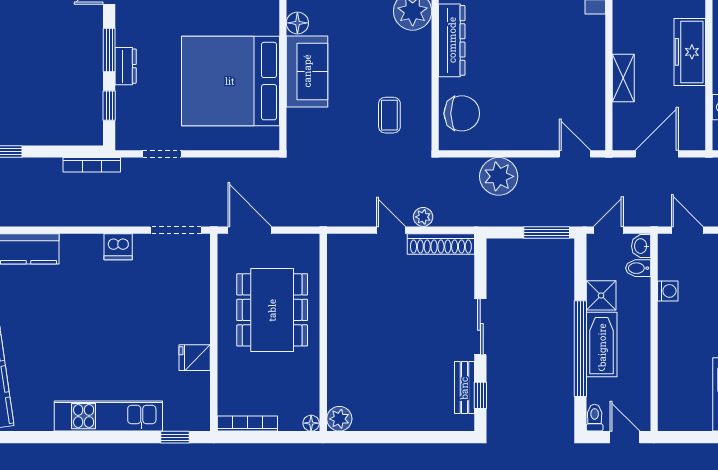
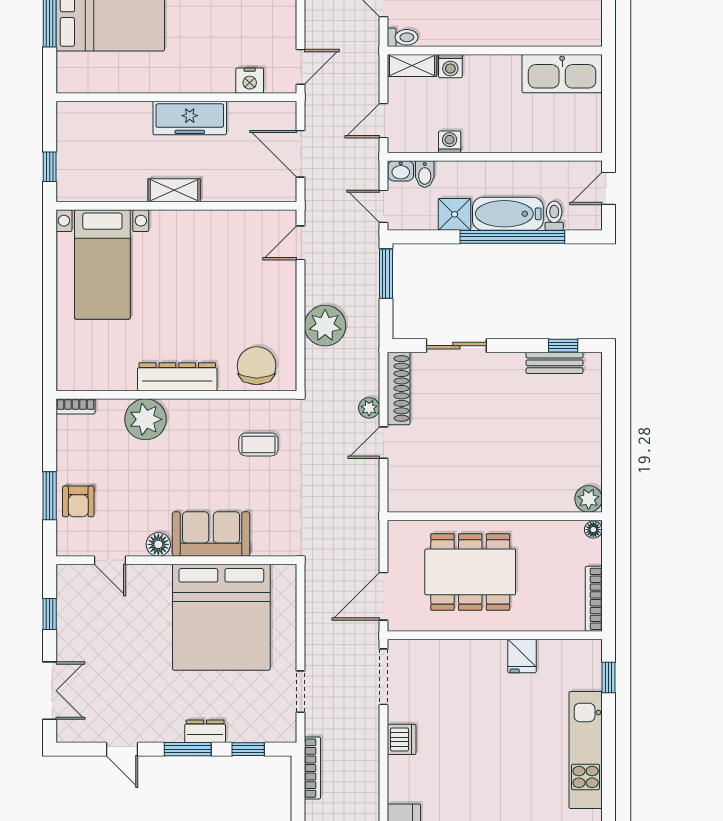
shelving: (623, 78) -> (174, 190), moved
sliding door: (480, 327) -> (456, 346), moved
toilet: (595, 418) -> (554, 216), moved, turned 90

